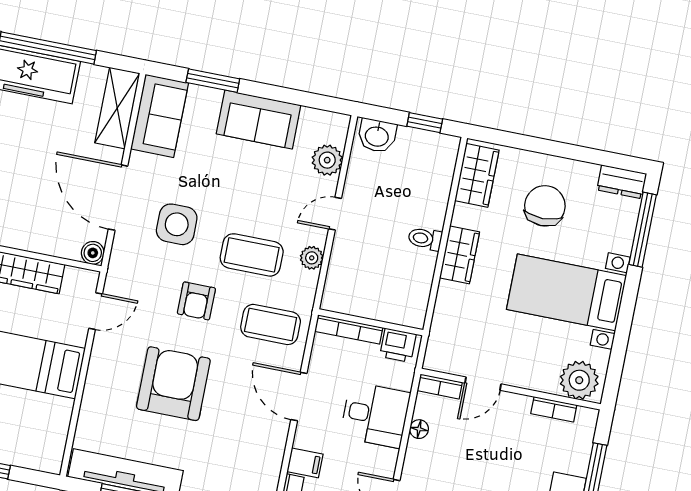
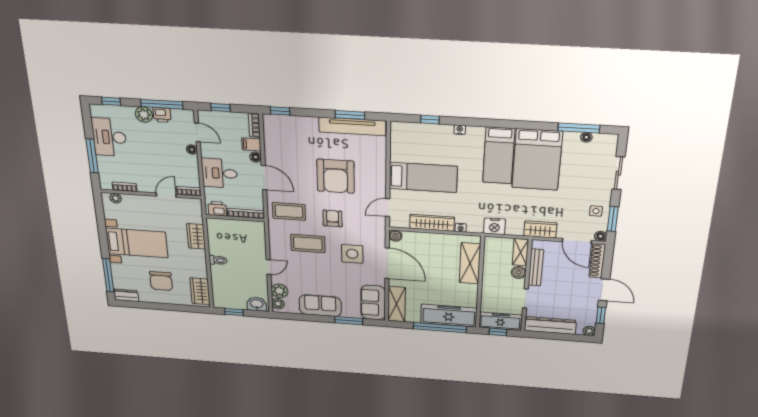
wardrobe: (460, 255) -> (196, 236), moved
plant: (312, 258) -> (278, 304), moved
plant: (579, 380) -> (116, 198), width x0.53, depth x0.53
floor lamp: (419, 429) -> (192, 150), moved
floor lamp: (304, 438) -> (256, 157), added

